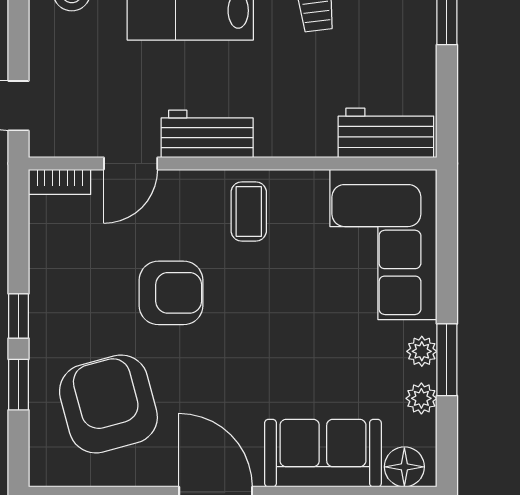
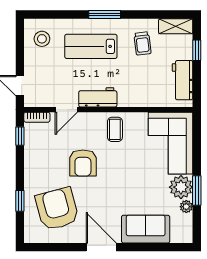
workbench: (386, 133) -> (183, 80), moved, turned -90
armchair: (171, 293) -> (83, 163), turned 90
window: (18, 316) -> (20, 136), moved
plant: (422, 351) -> (181, 187), width x1.88, depth x1.88
floor lamp: (404, 467) -> (179, 235), removed

